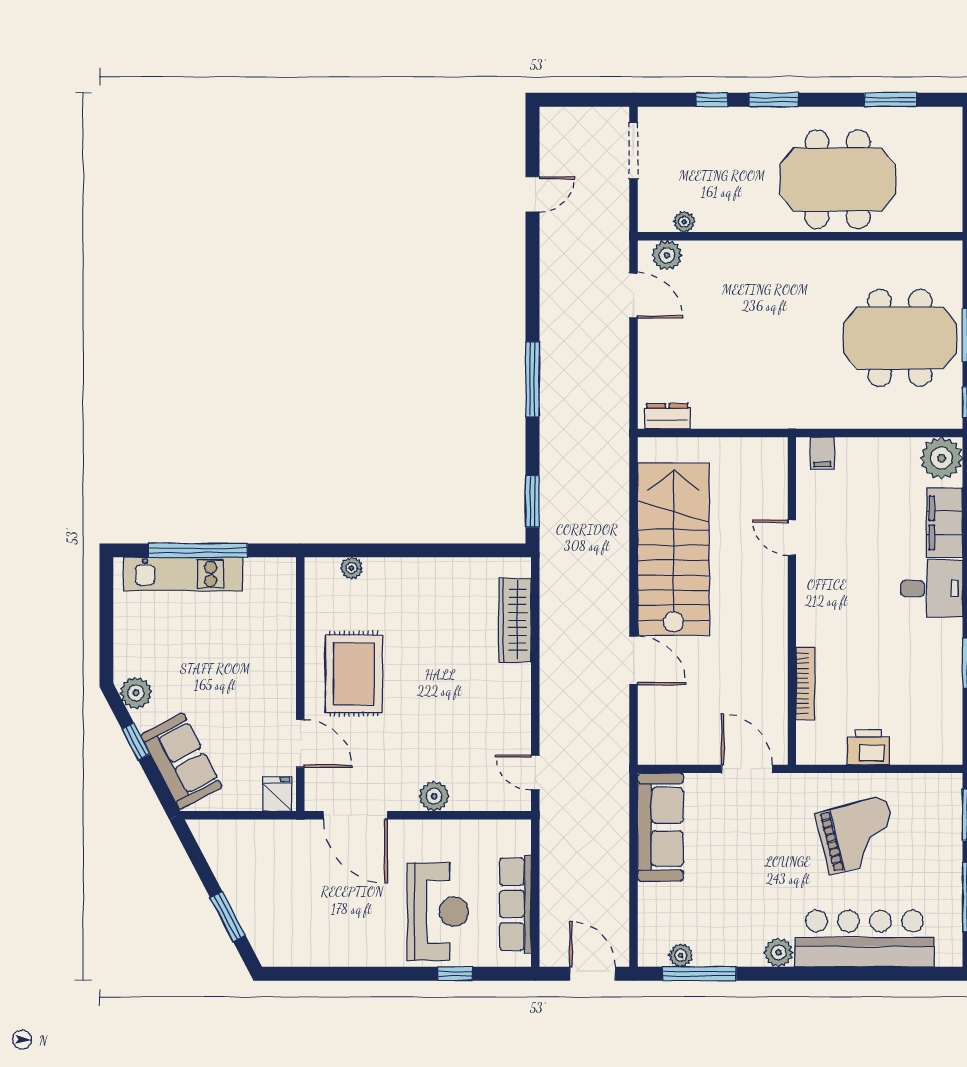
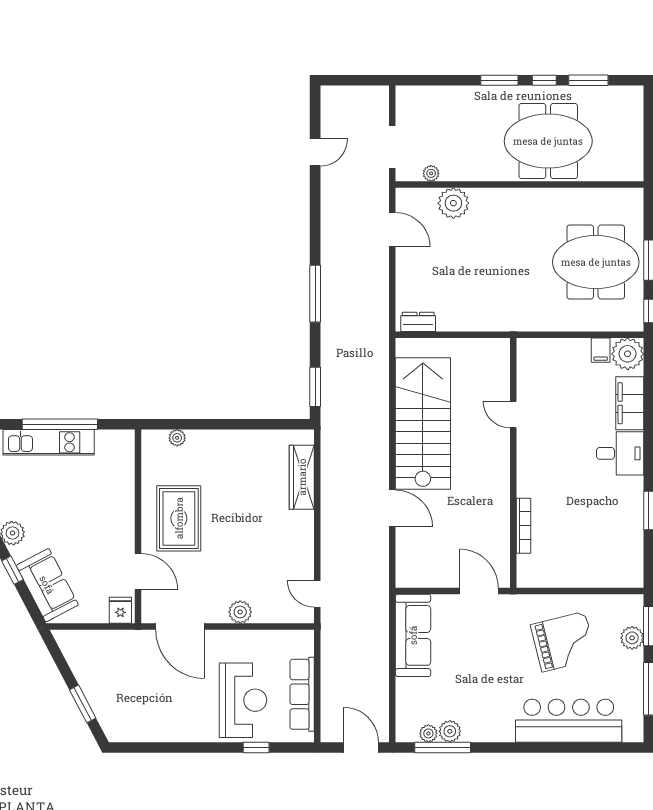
window: (712, 100) -> (544, 80), moved
doorway: (633, 151) -> (392, 147), moved
plant: (667, 255) -> (453, 203), moved, width x1.36, depth x1.36
filing cabinet: (822, 453) -> (601, 350), moved
printer: (868, 747) -> (571, 575), removed
plant: (947, 830) -> (632, 638), added
plant: (779, 953) -> (450, 731), moved

